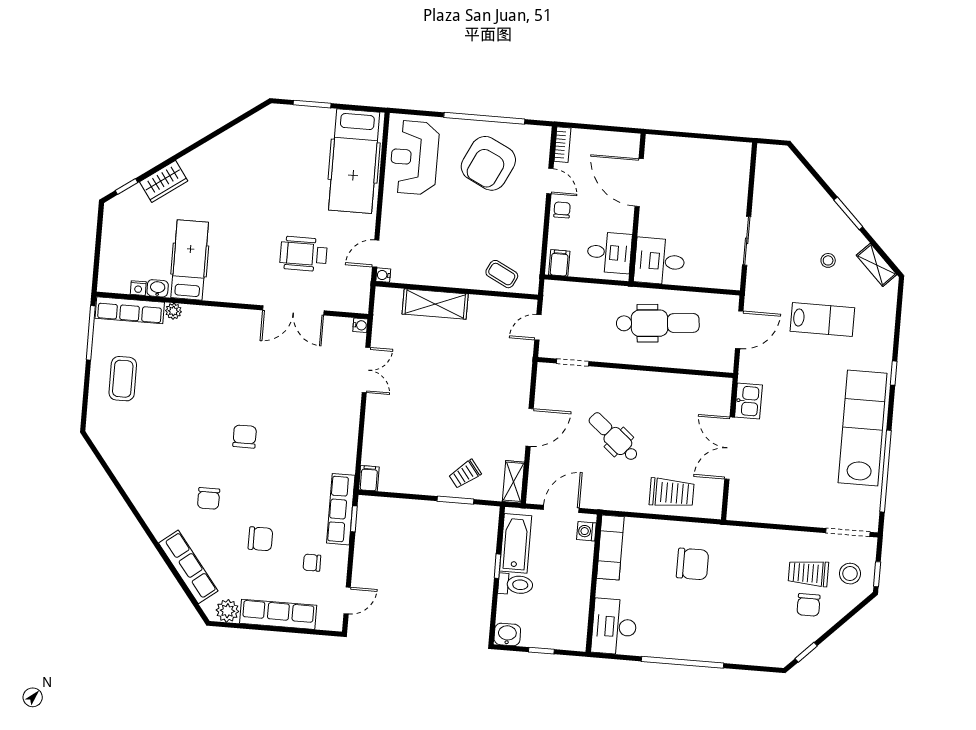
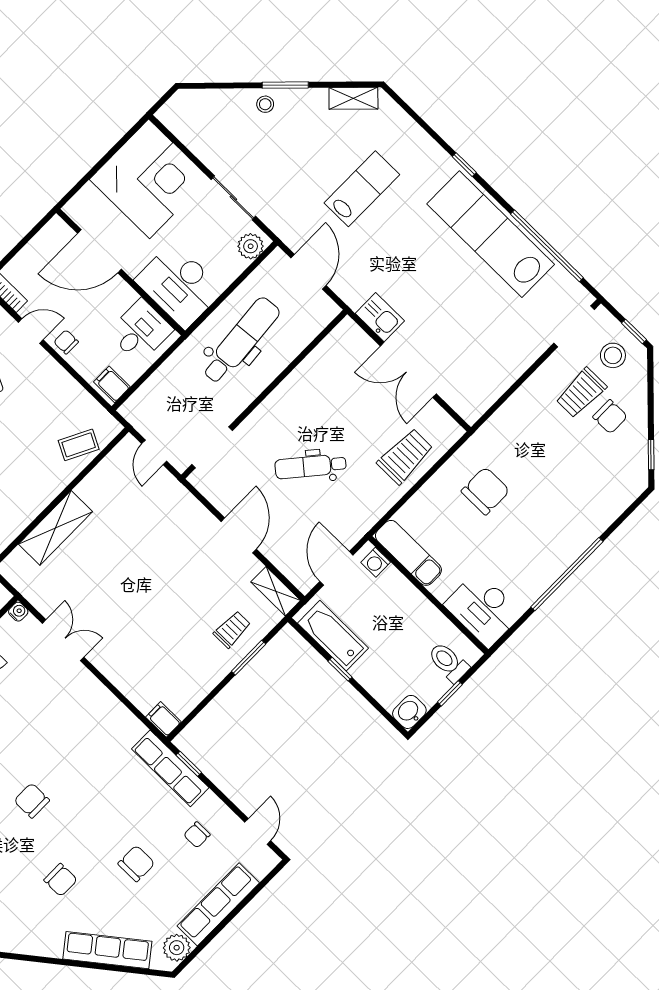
corner desk: (713, 176) -> (149, 179), added
stool: (828, 260) -> (265, 104), moved
desk: (660, 261) -> (179, 285), width x1.37
plant: (724, 278) -> (251, 246), added
doorway: (572, 362) -> (212, 447), width x1.38
trolley: (465, 474) -> (232, 629), turned -142
toilet: (515, 584) -> (448, 662), moved, turned -90

